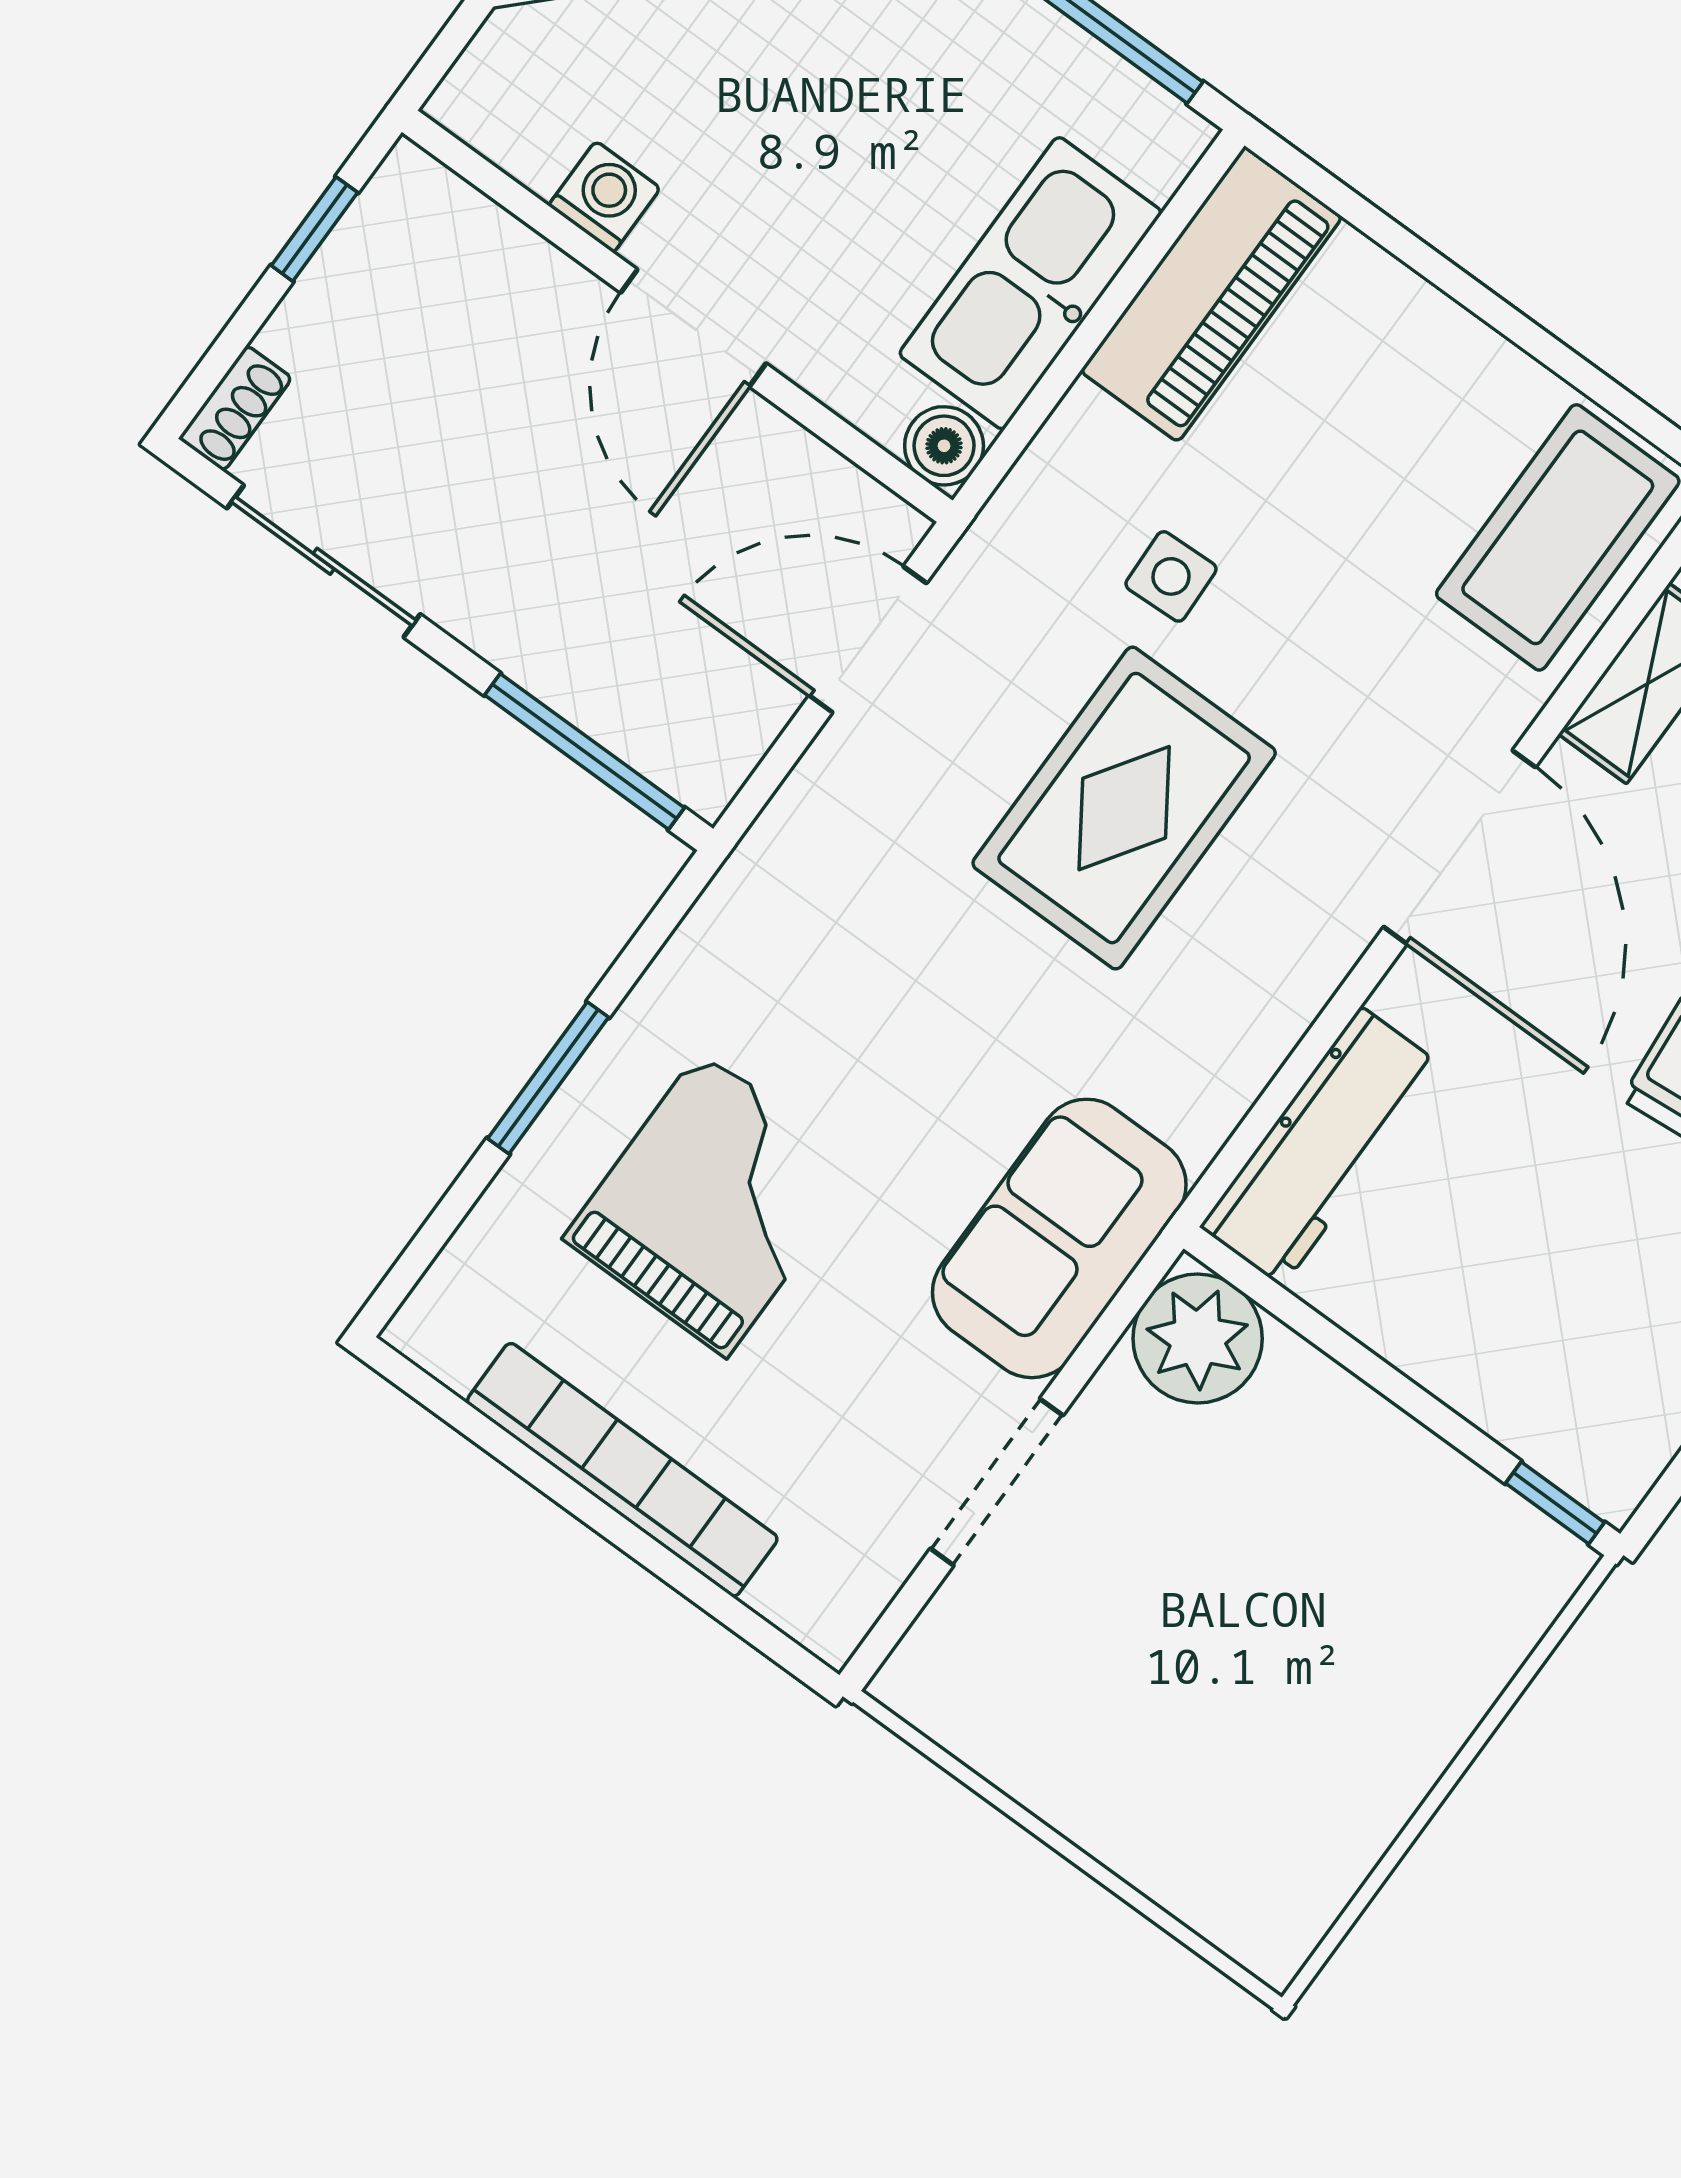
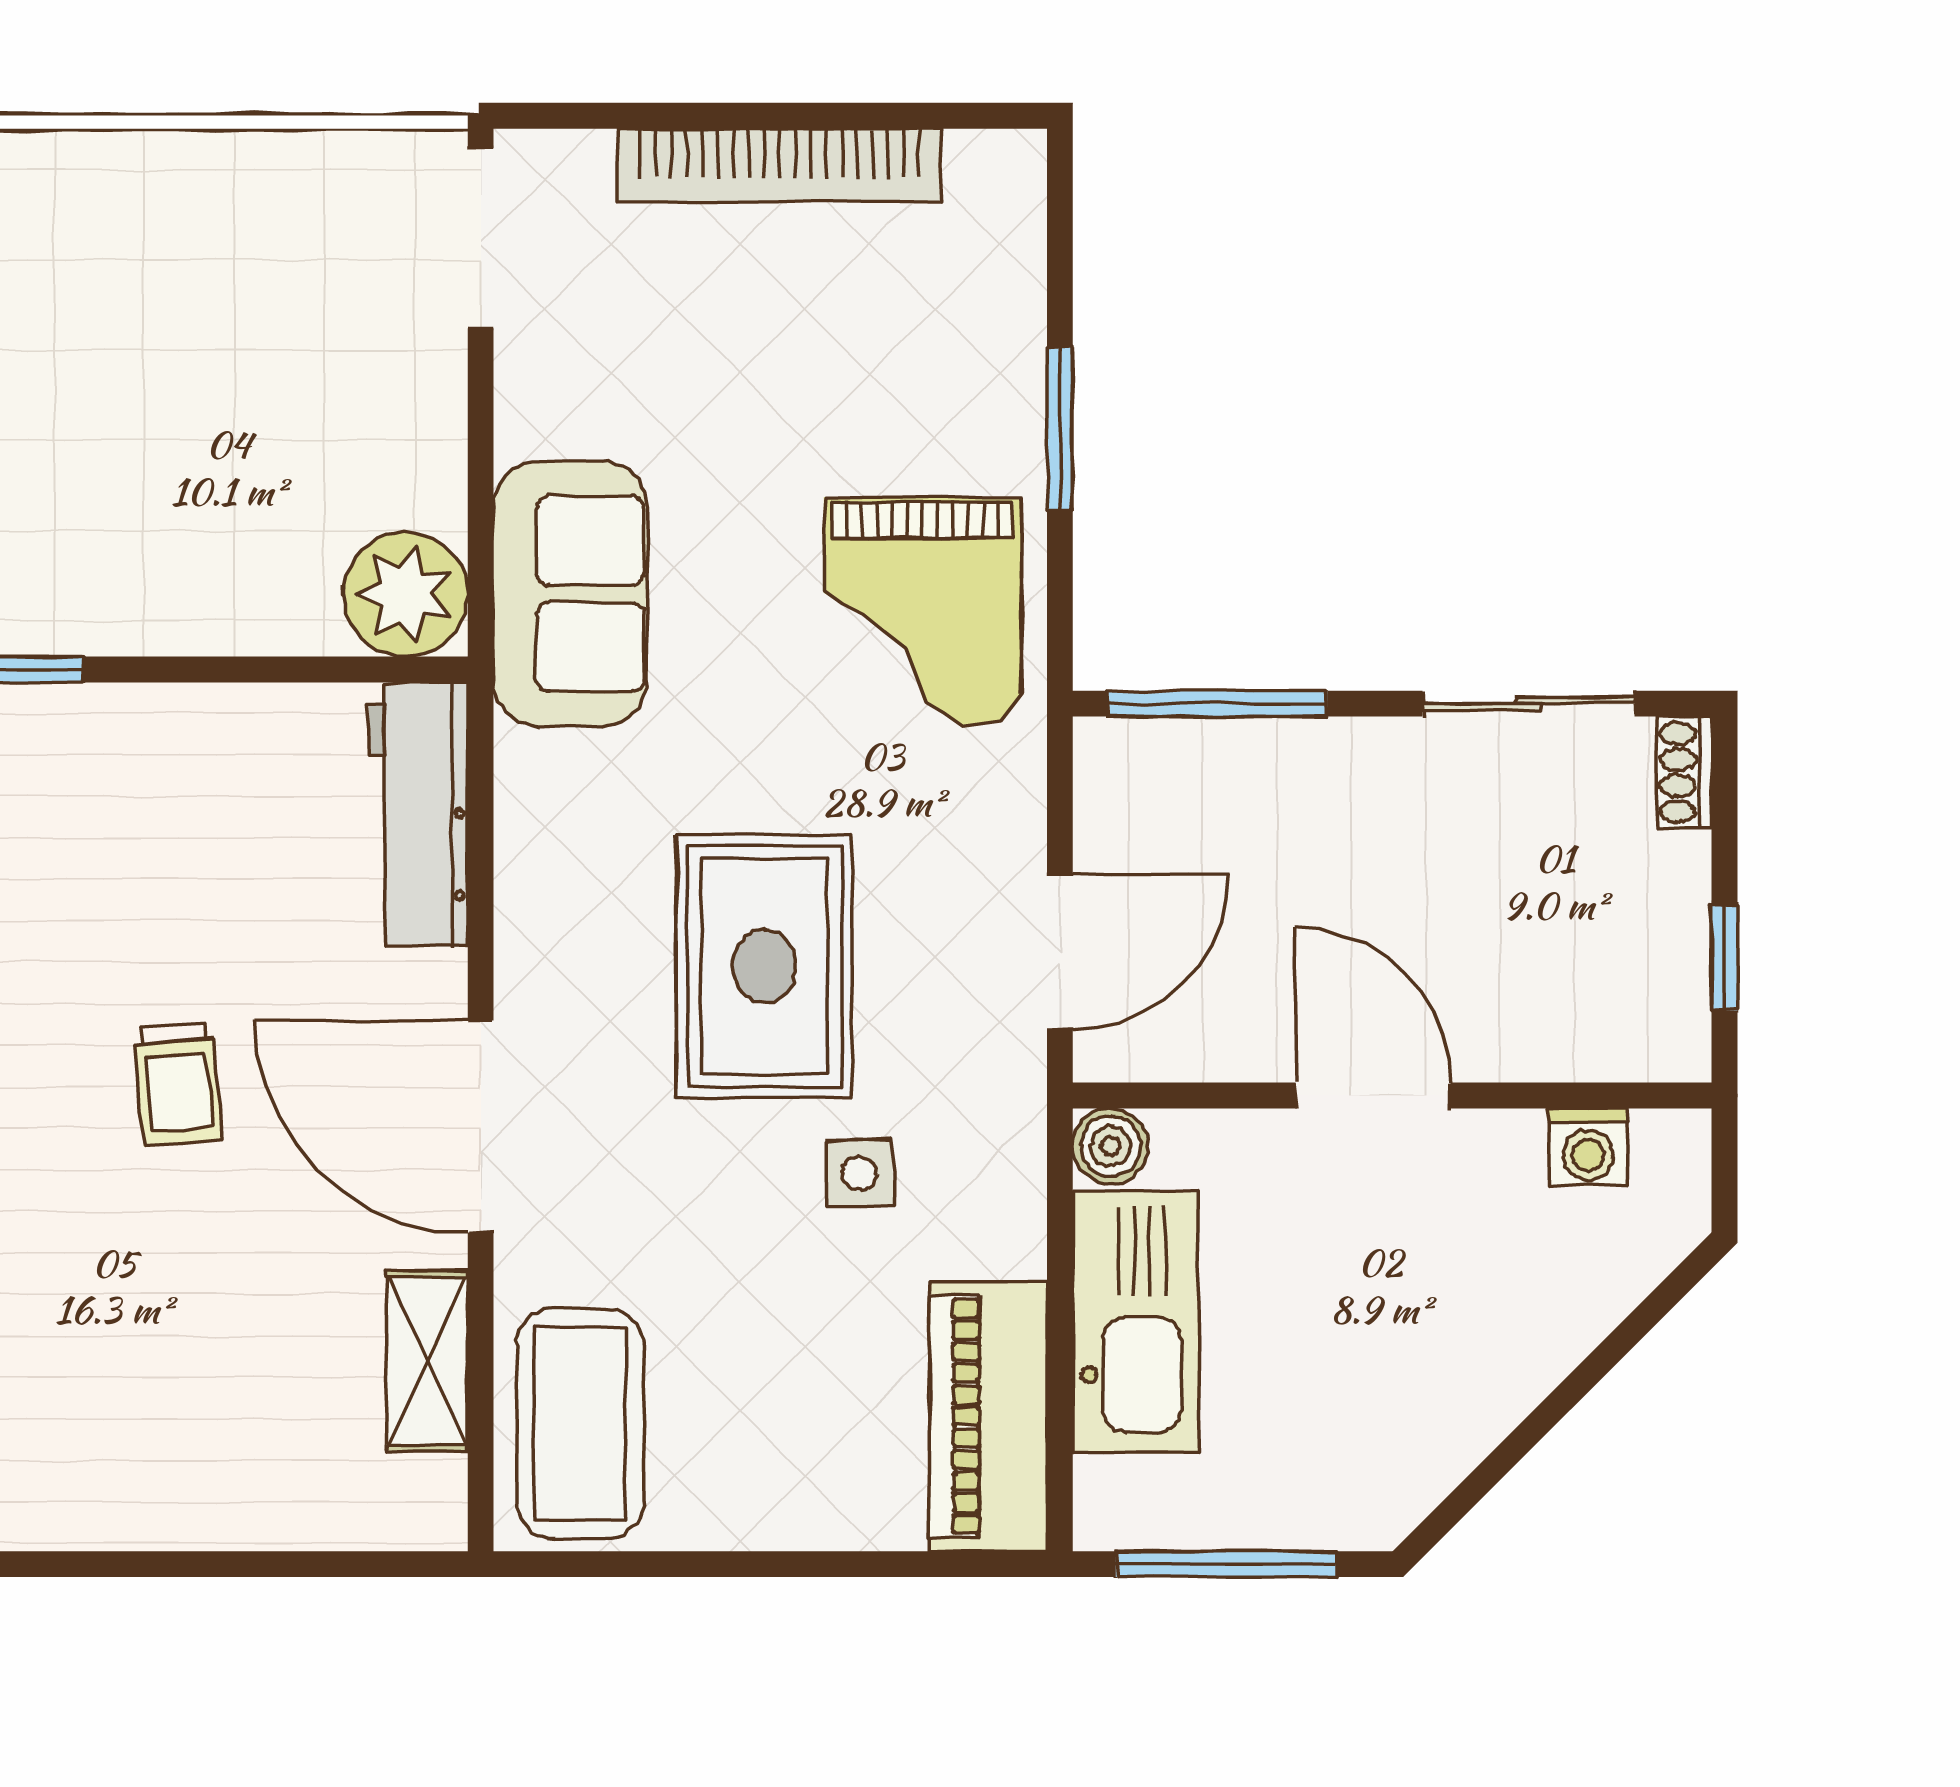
washing machine: (604, 197) -> (1588, 1147), moved
grand piano: (714, 1204) -> (922, 611), moved
doorway: (997, 1482) -> (481, 238), moved

